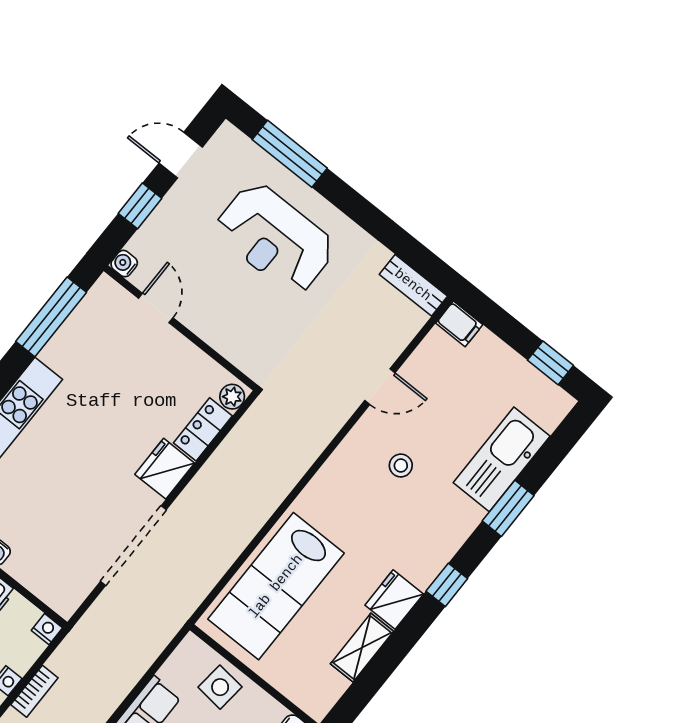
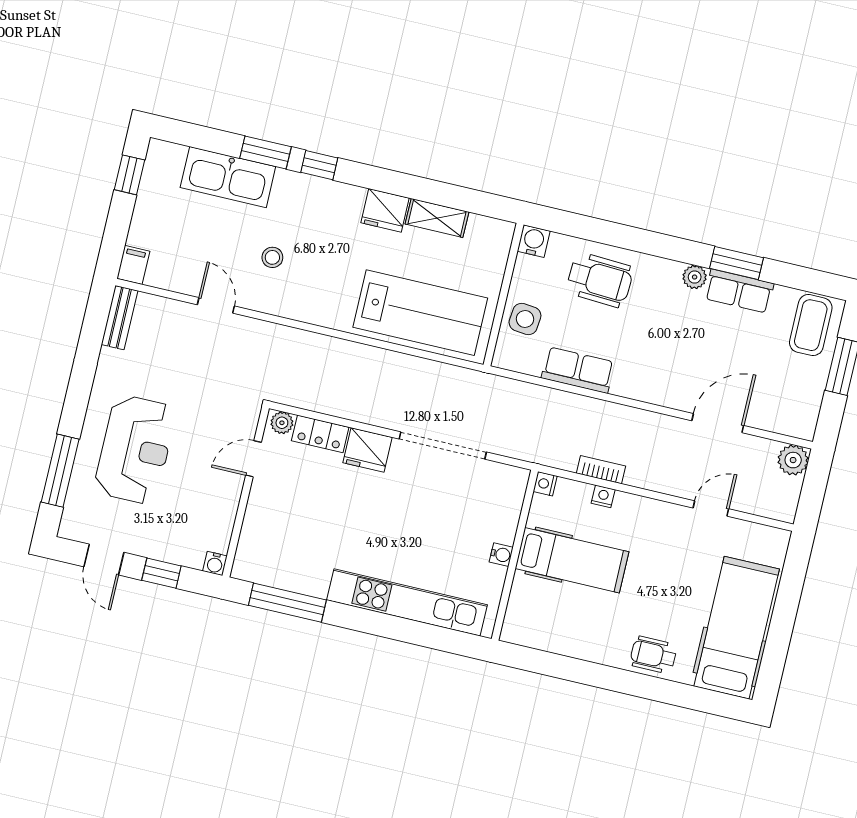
door: (156, 308) -> (254, 459), moved
window: (447, 585) -> (319, 165), moved

